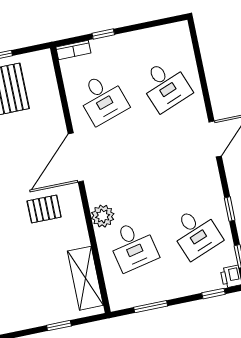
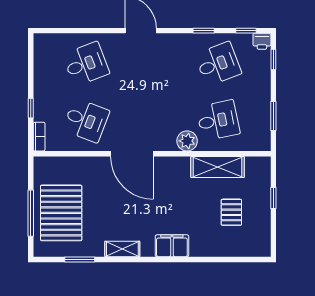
desk: (102, 99) -> (86, 120), turned 39
pallet: (44, 209) -> (231, 212), moved
shelving: (85, 278) -> (218, 167), moved

